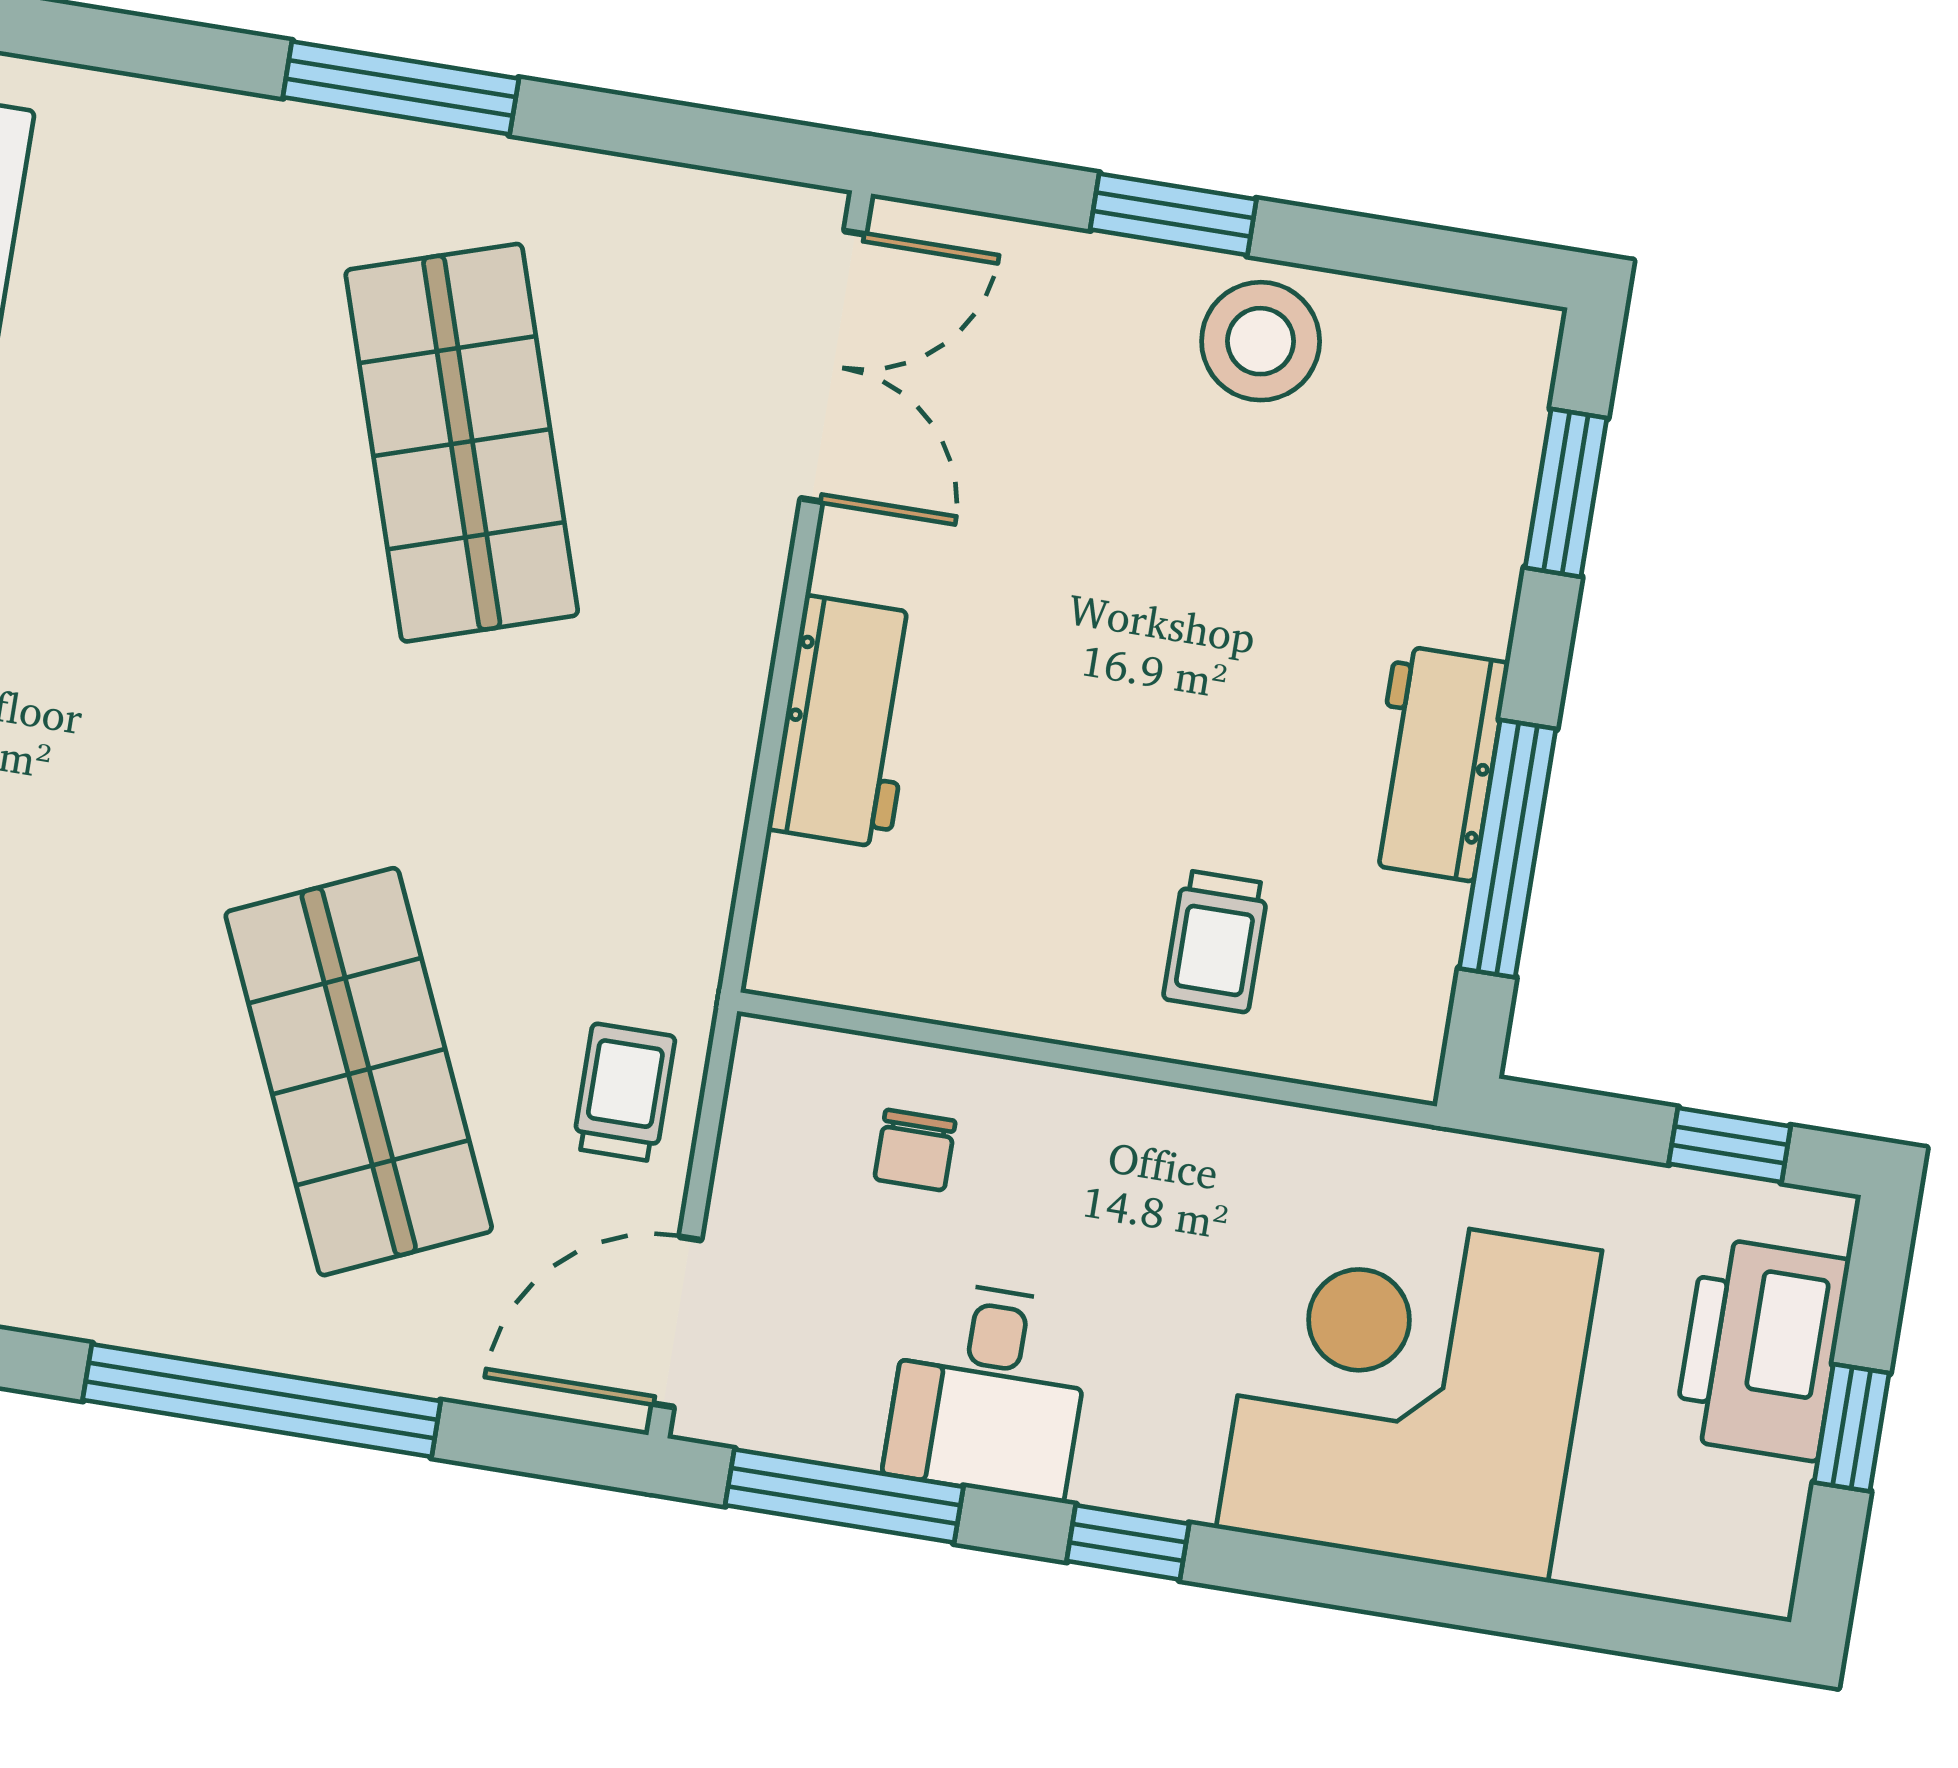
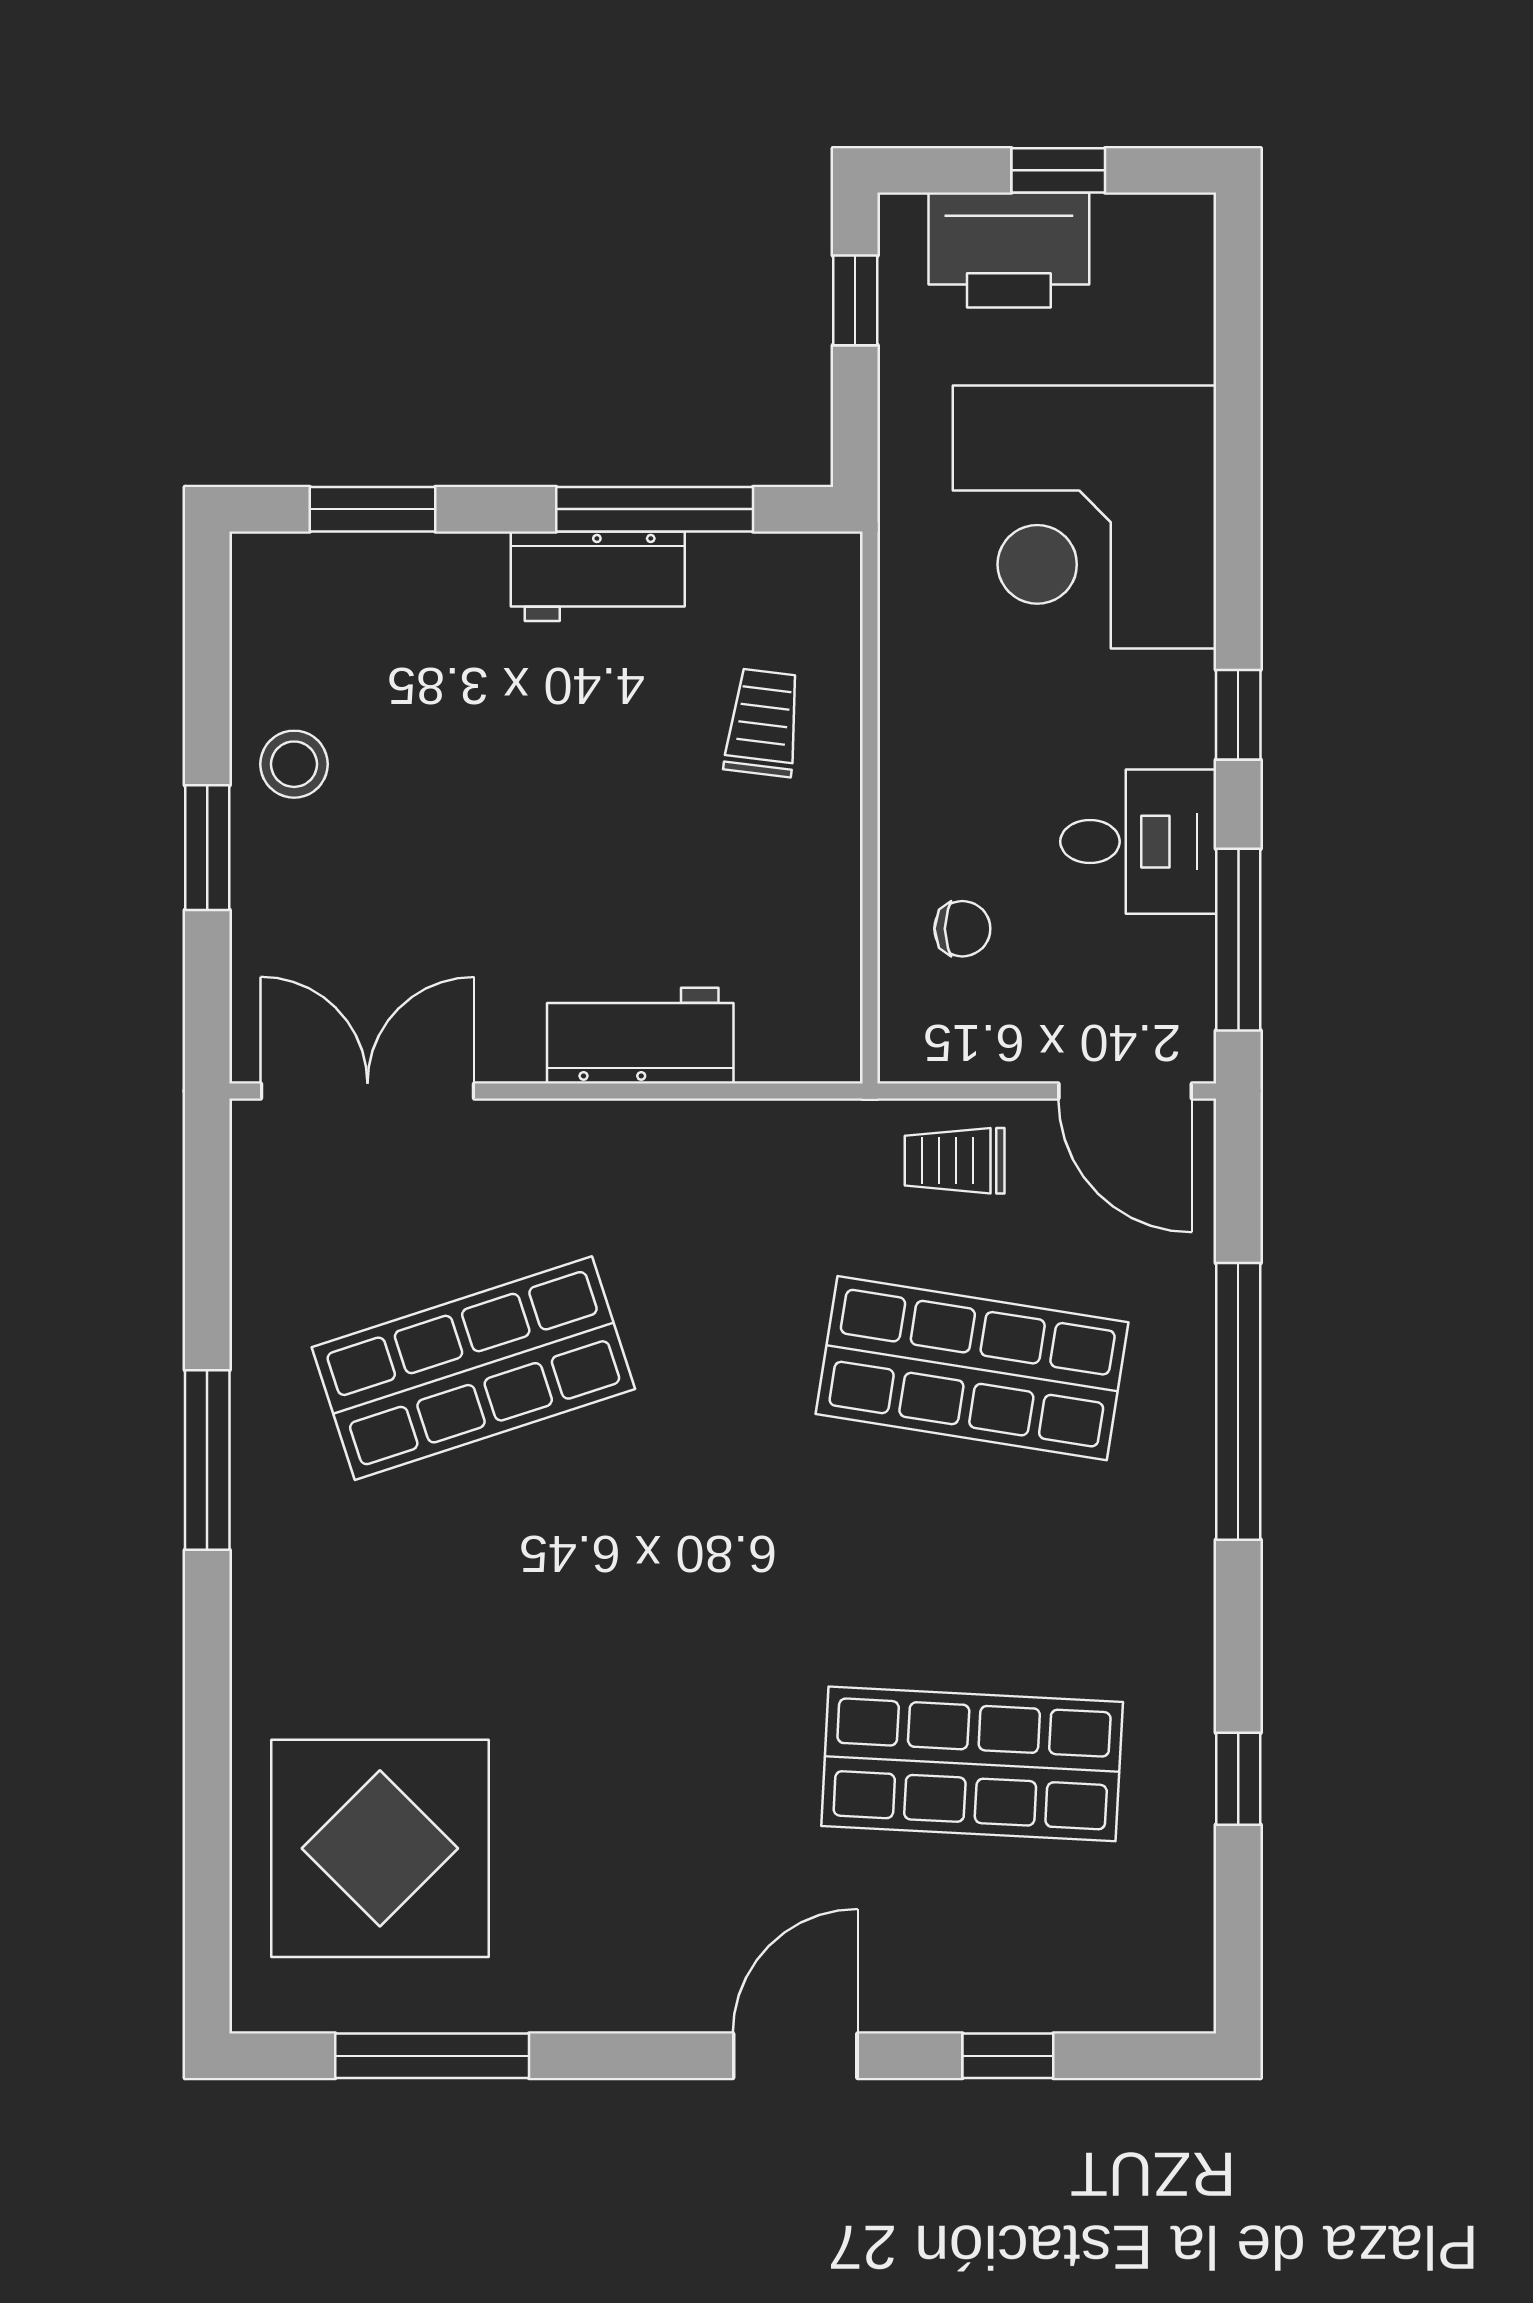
stool: (1261, 341) -> (294, 764), width x0.73, depth x0.73
trolley: (1216, 941) -> (763, 723), turned -83
shop shelf: (359, 1072) -> (972, 1368), turned 33

